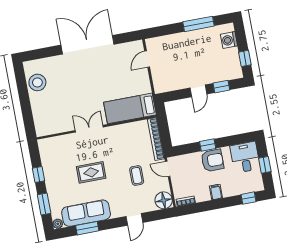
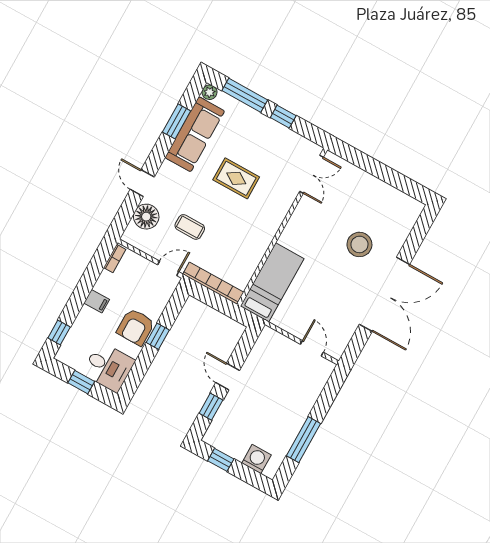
stool: (37, 82) -> (359, 244), moved
double door: (89, 129) -> (311, 174), moved
rug: (91, 172) -> (236, 178), turned 90
floor lamp: (164, 200) -> (146, 217), moved
window: (44, 204) -> (245, 95), width x1.44

